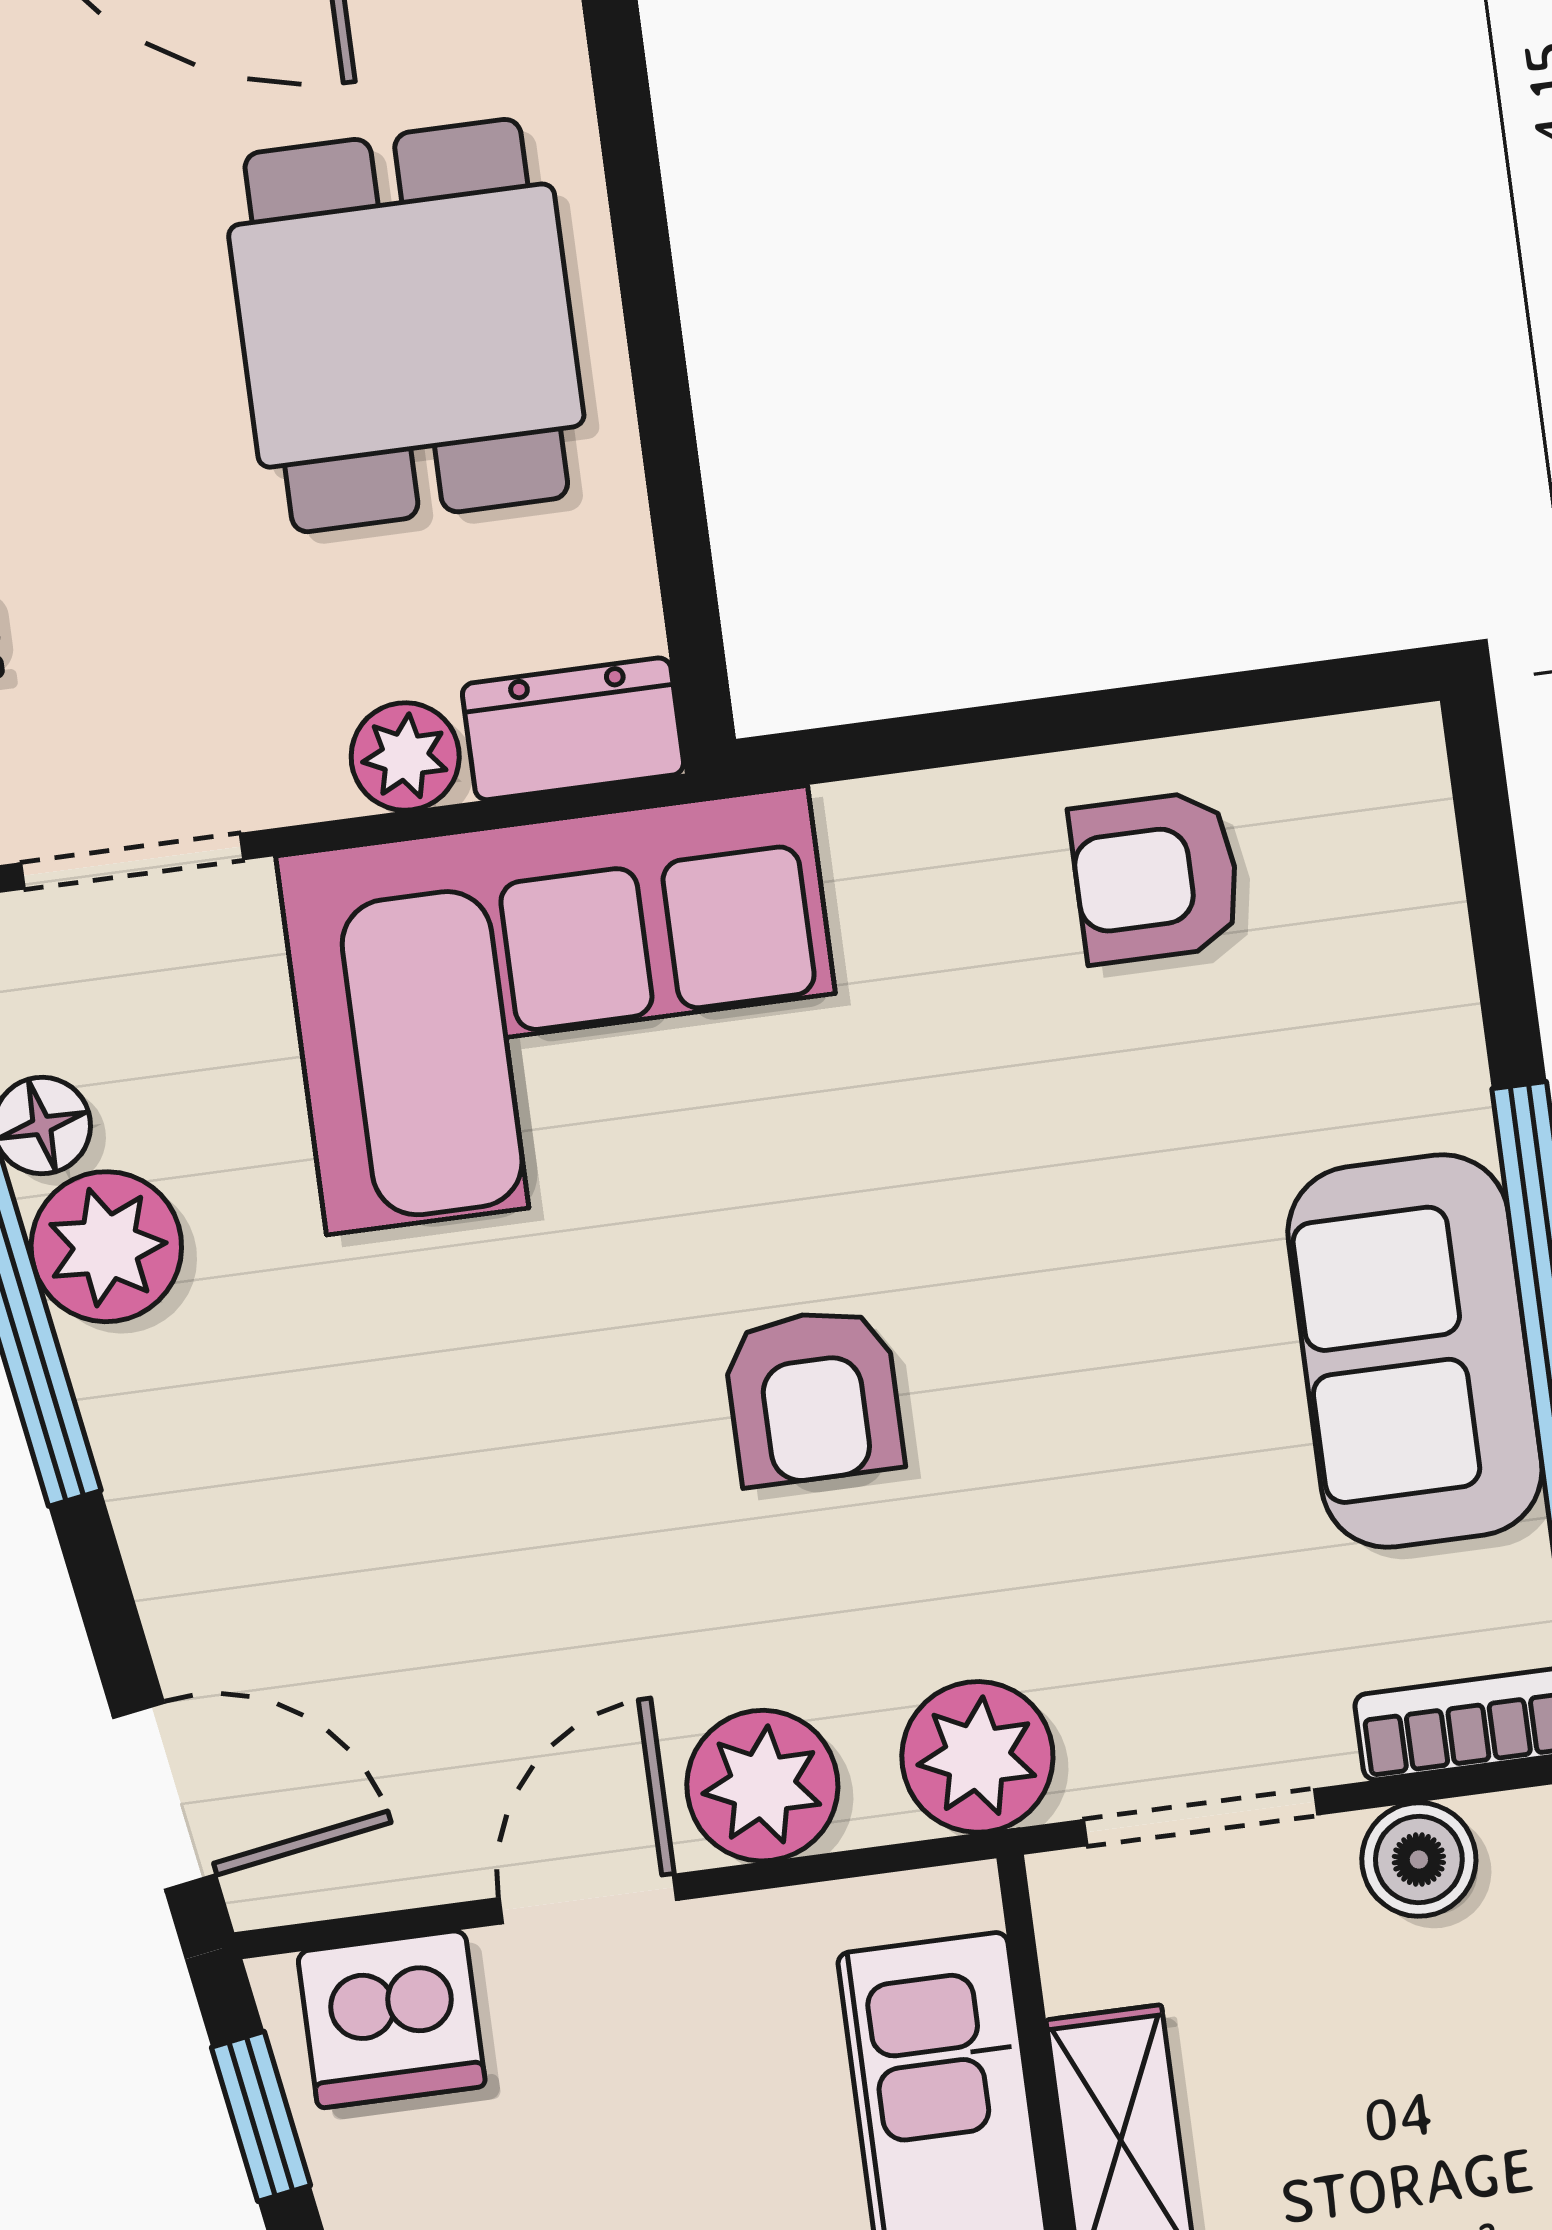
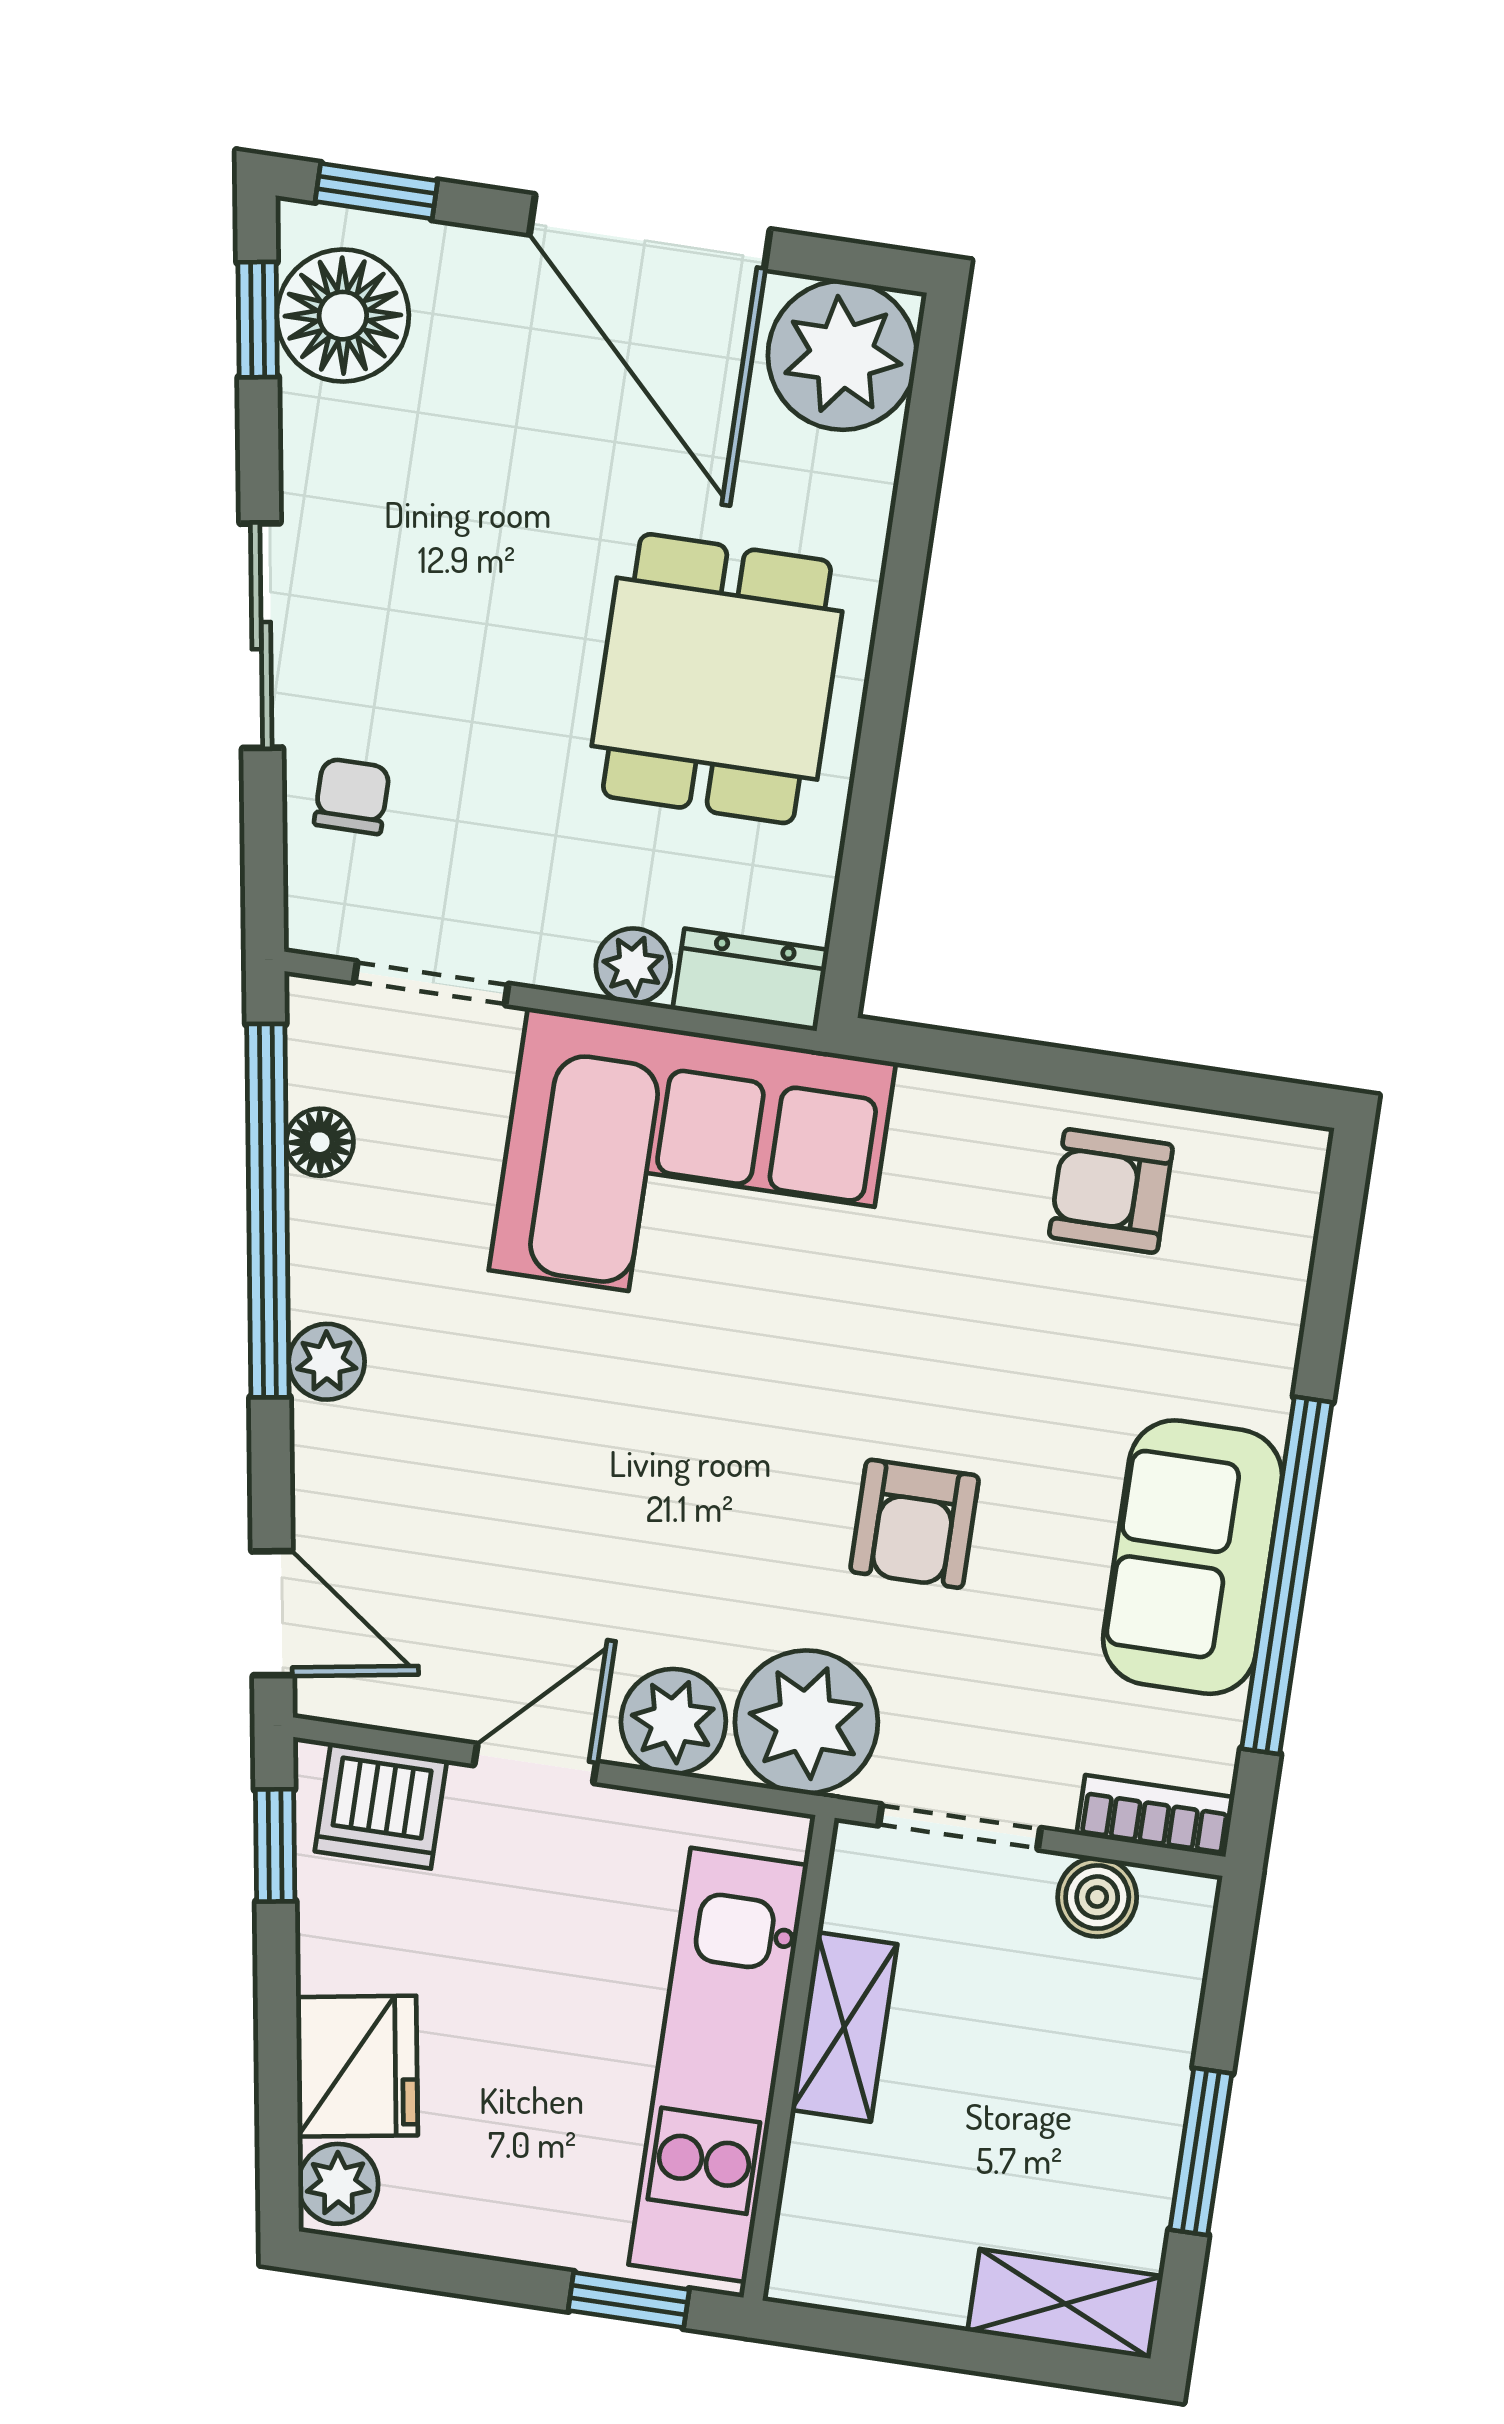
plant: (106, 1247) -> (327, 1362), moved, width x0.73, depth x0.73
armchair: (813, 1396) -> (915, 1524), moved
plant: (977, 1757) -> (806, 1722), width x1.36, depth x1.36

